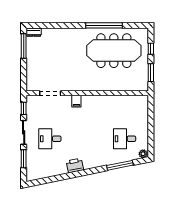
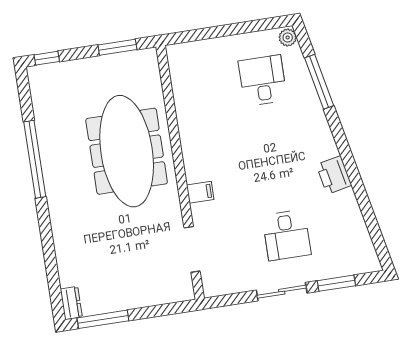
window: (151, 49) -> (47, 58), moved
meeting table: (114, 51) -> (127, 151), moved
window: (24, 108) -> (232, 299), removed
desk: (125, 139) -> (263, 81), turned 180

